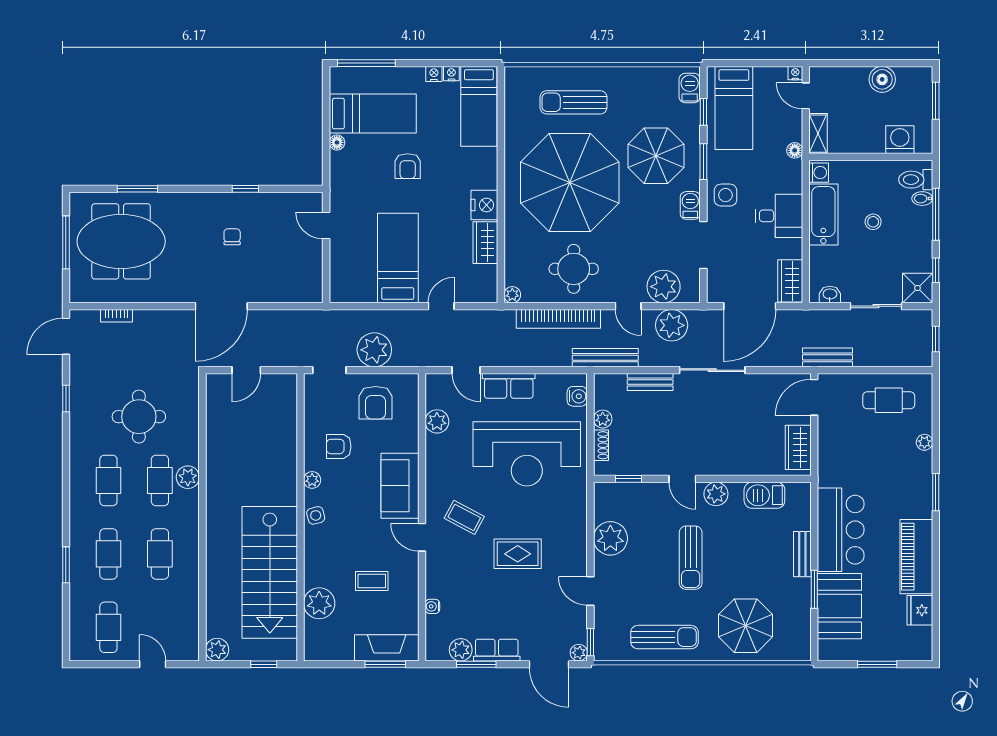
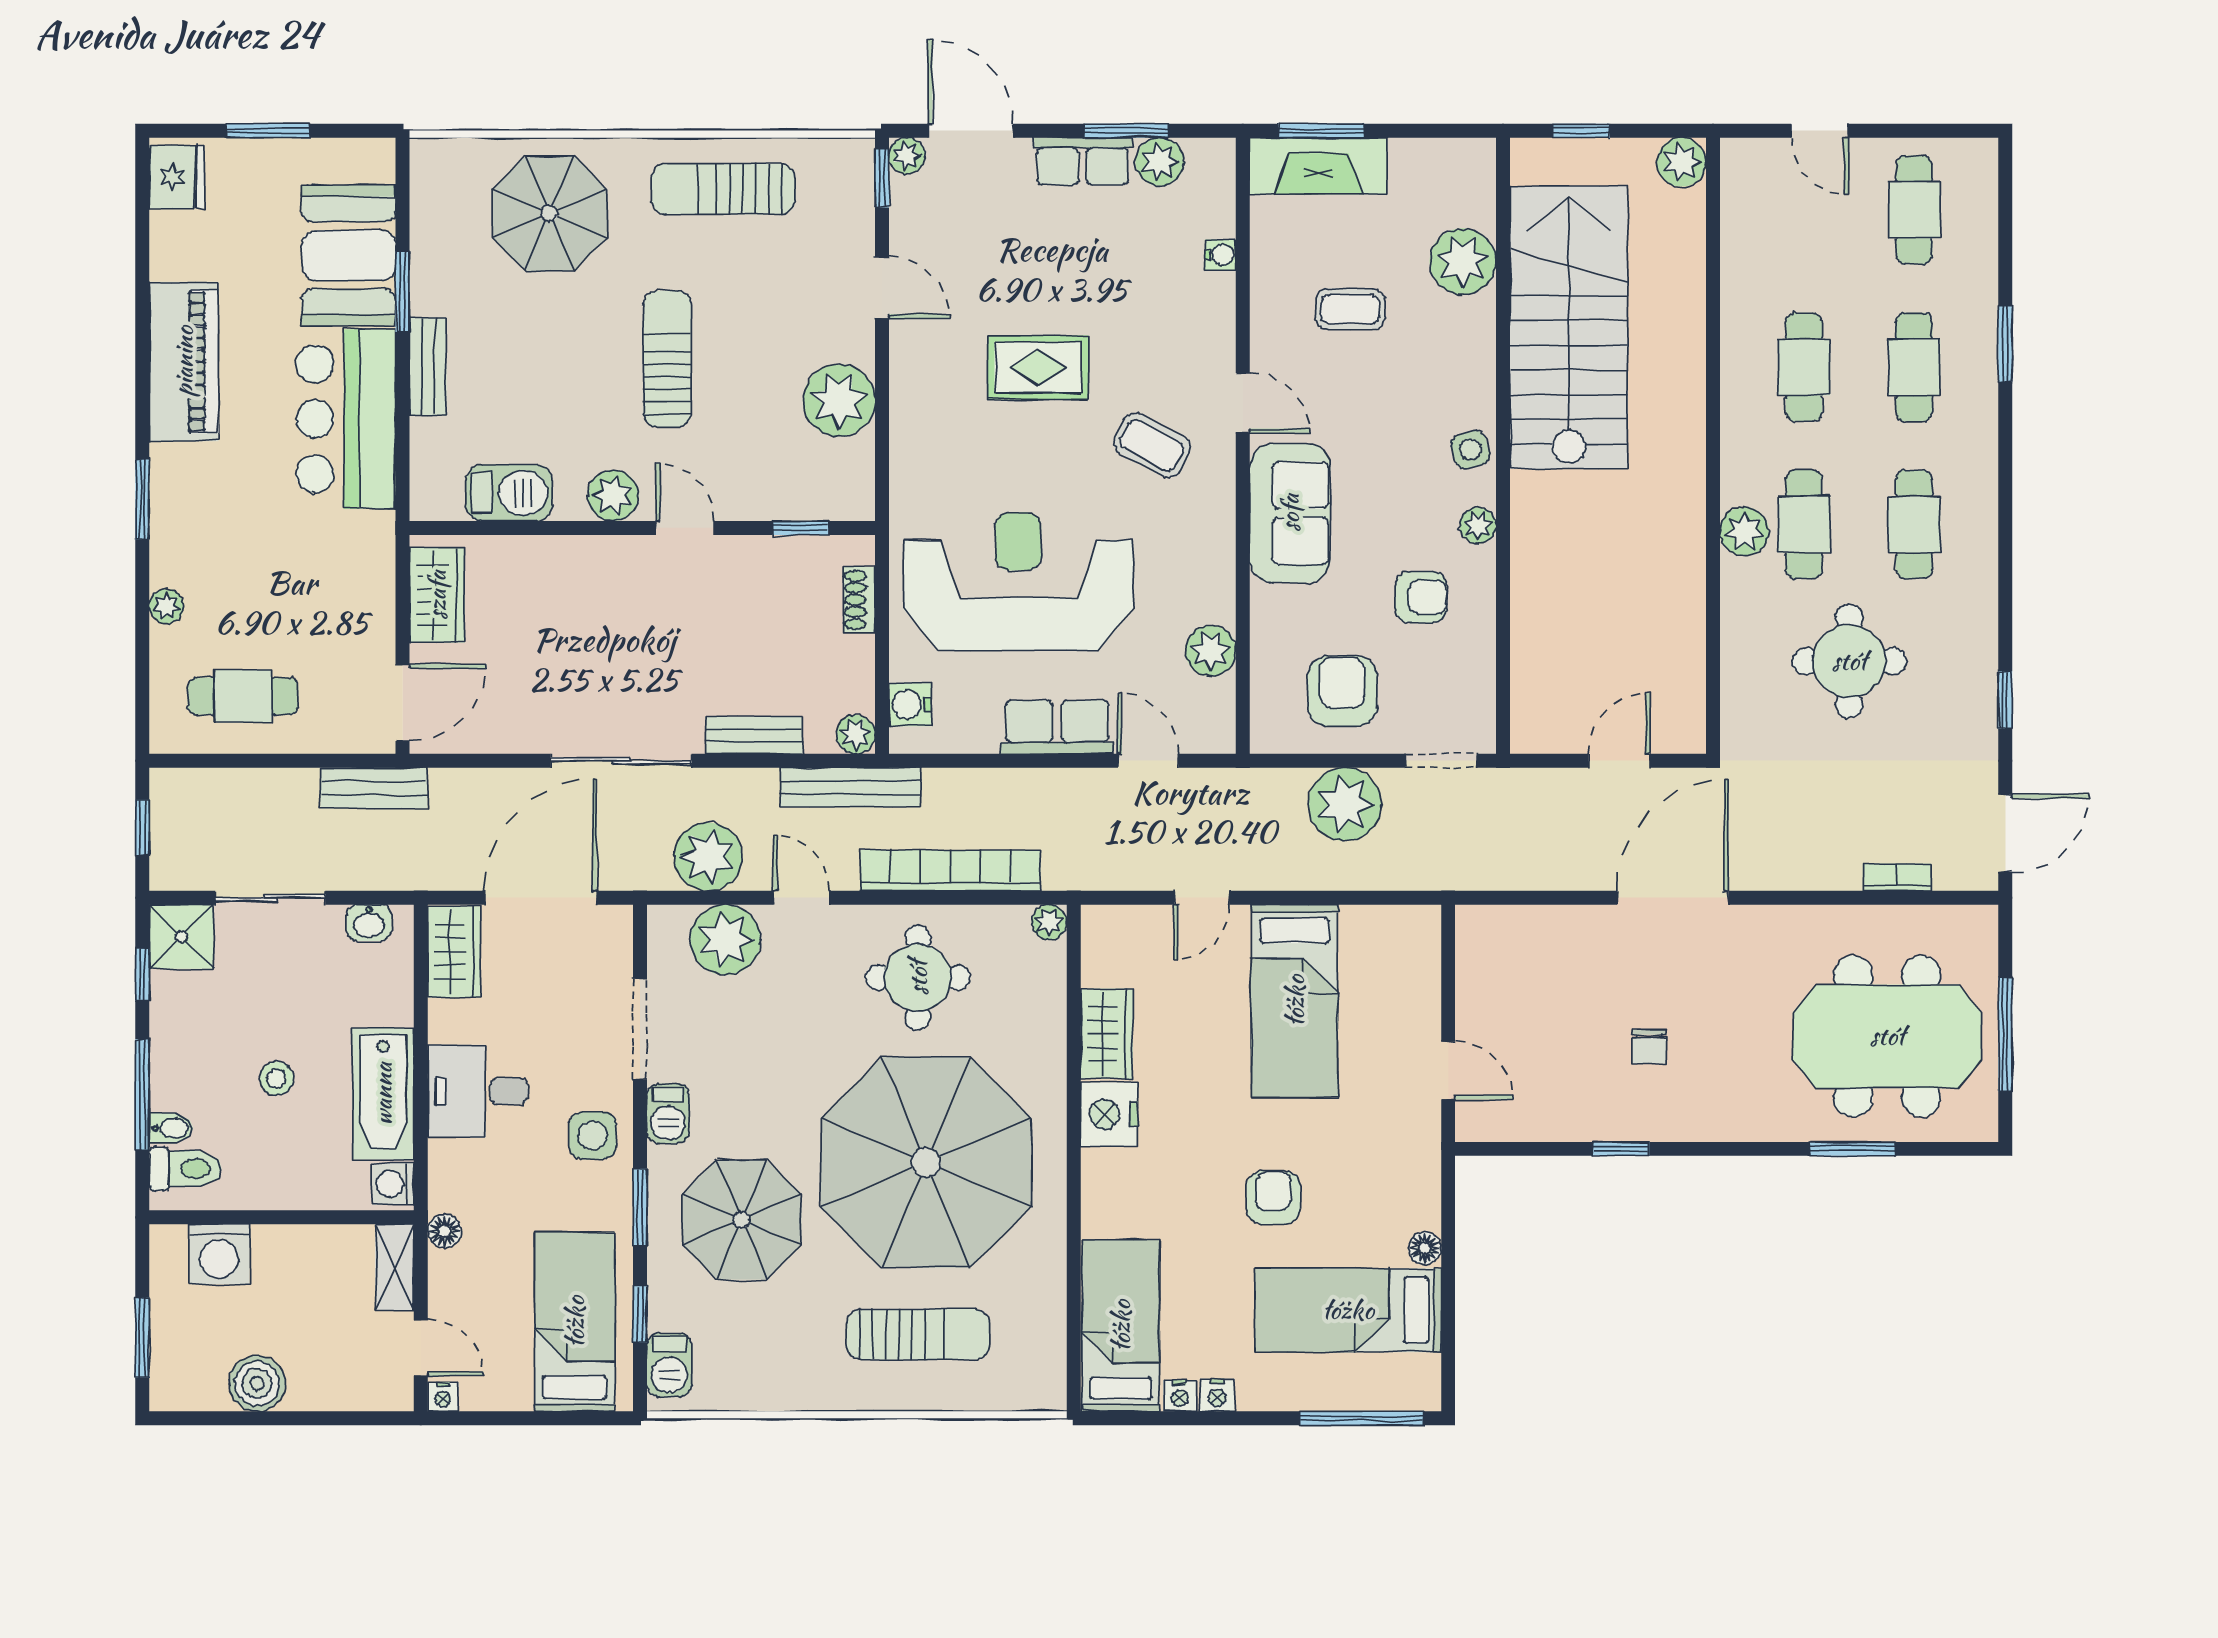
plant: (603, 419) -> (856, 734), moved
fridge: (920, 610) -> (176, 177), moved

